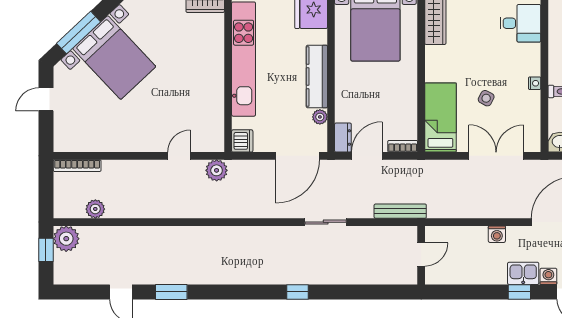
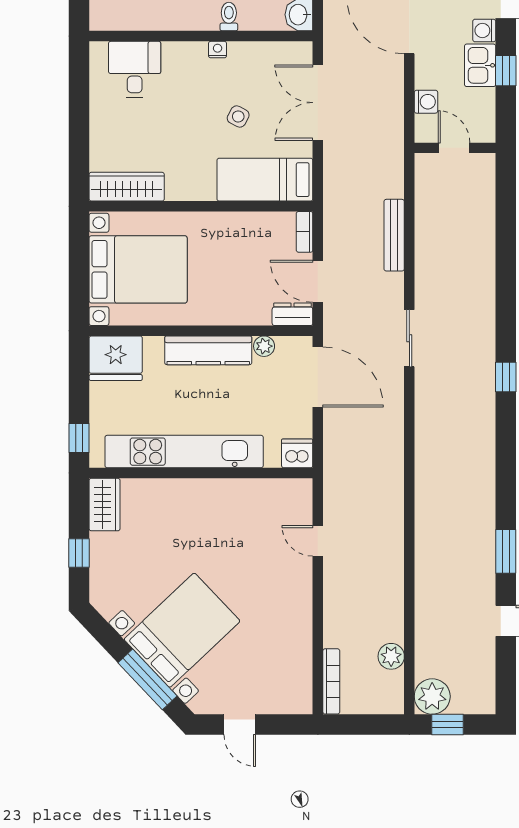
plant: (217, 170) -> (338, 489), removed
door: (421, 254) -> (454, 148), moved
wall: (421, 255) -> (455, 148), moved

